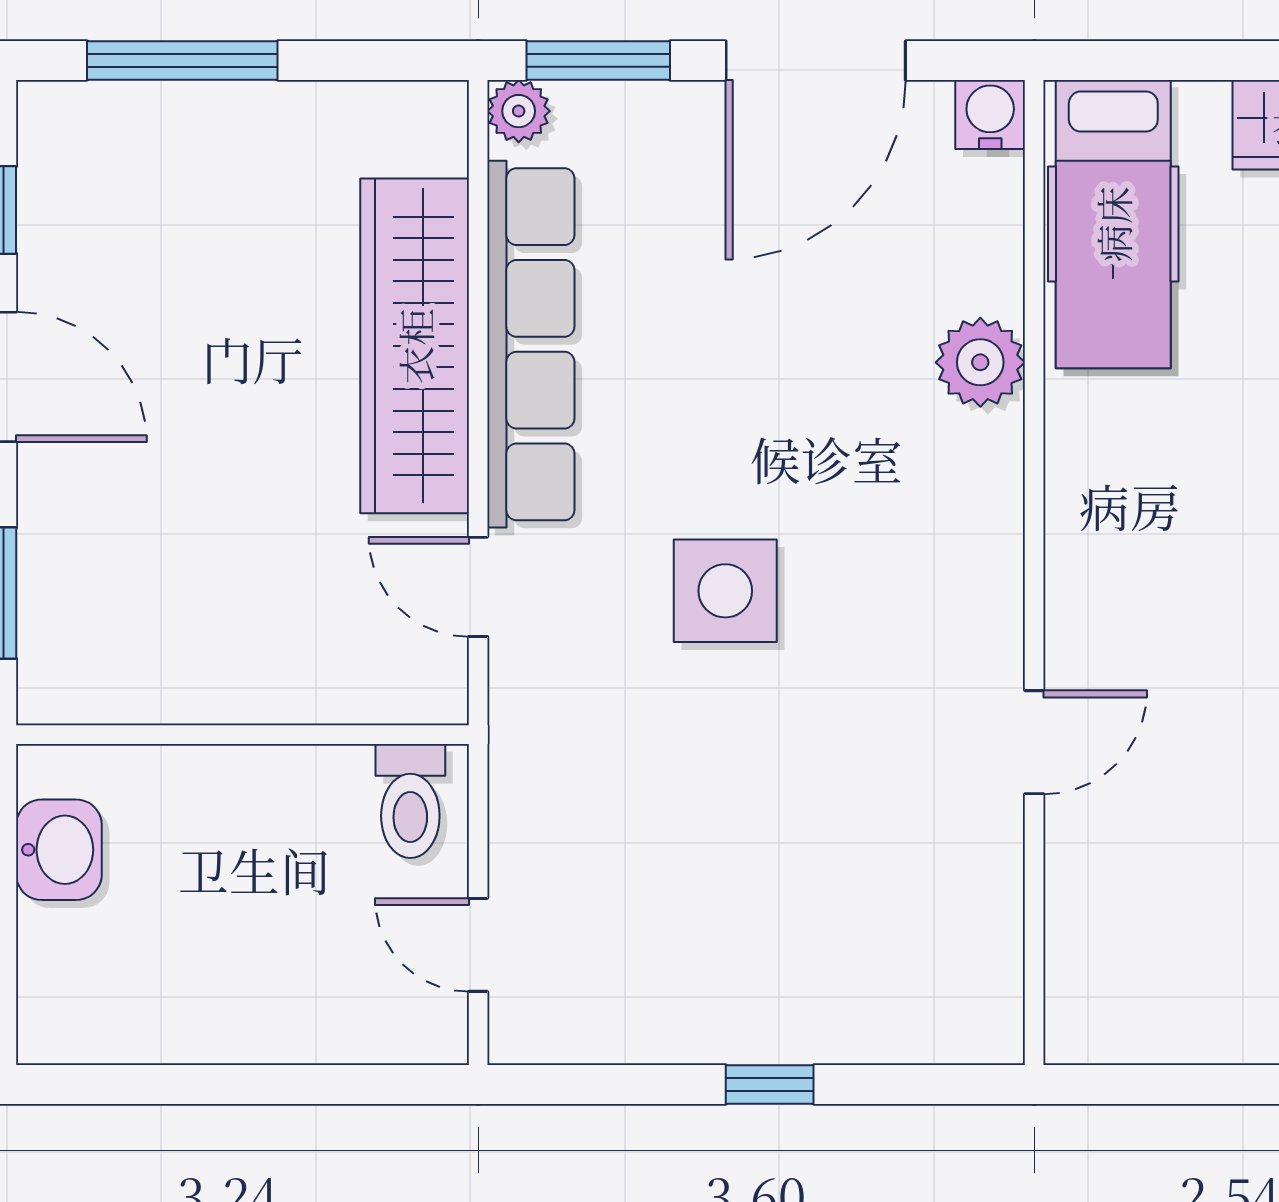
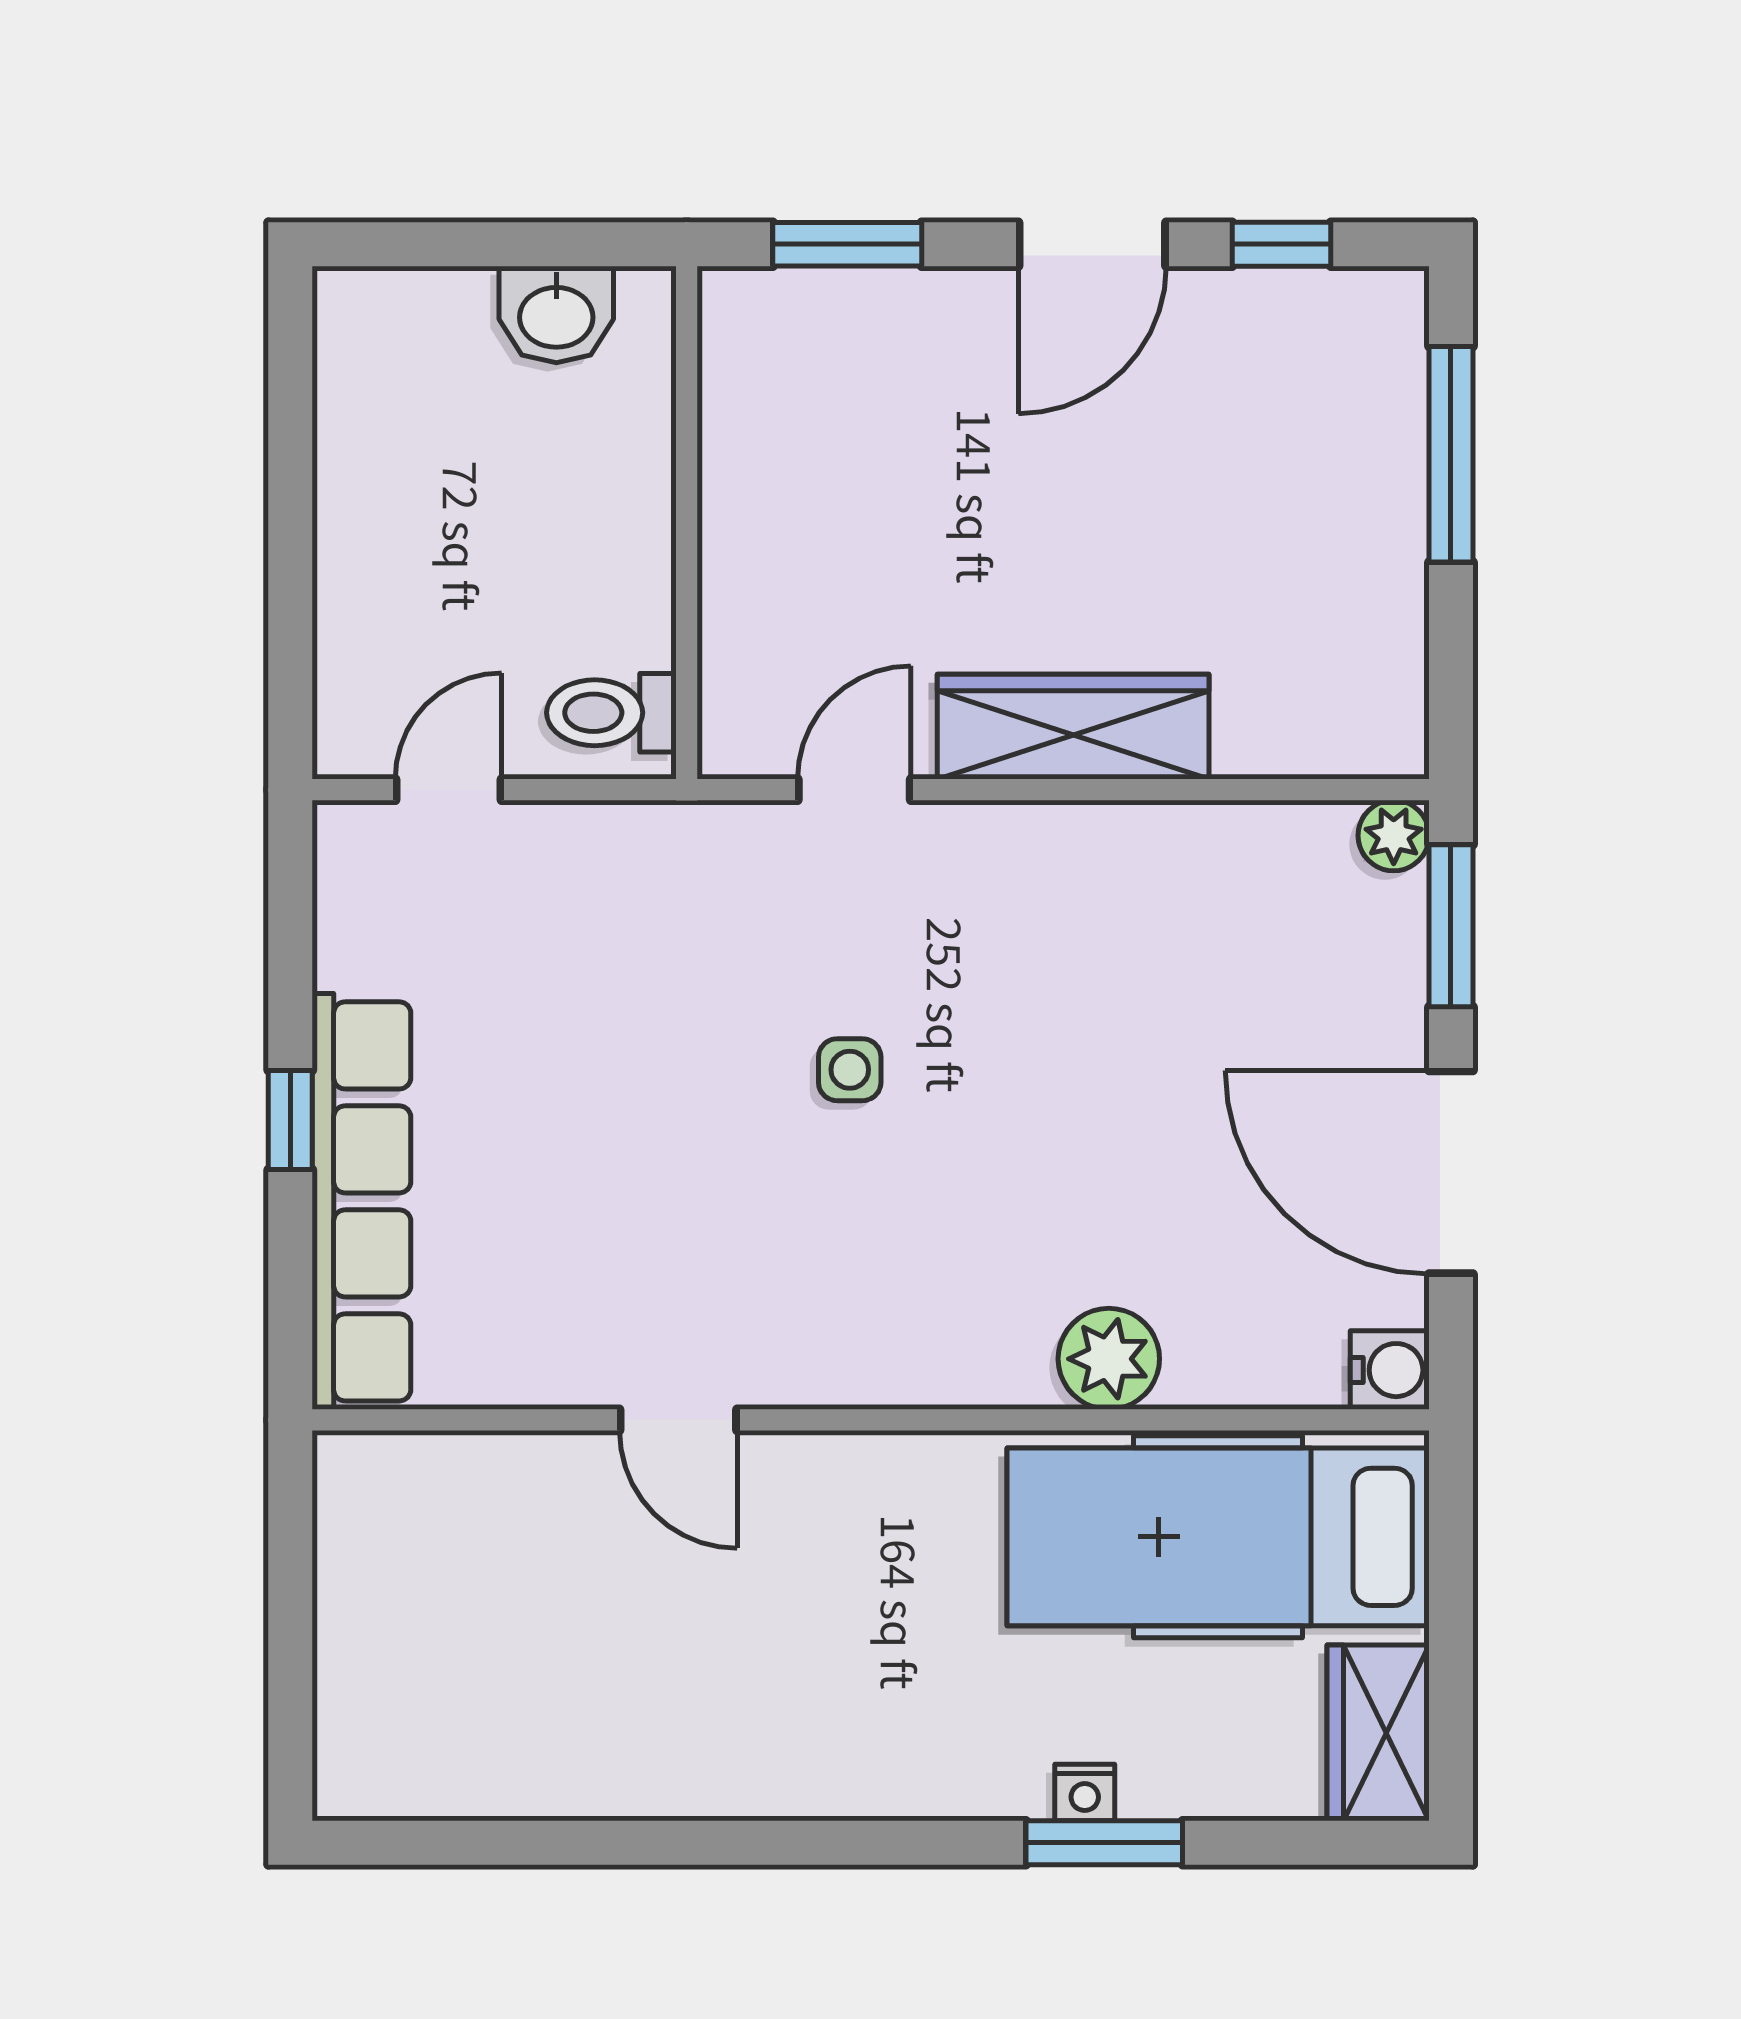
hospital bed: (1113, 224) -> (1218, 1537), width x1.37, depth x1.29
row of seats: (531, 344) -> (361, 1201), moved, turned -90
wardrobe: (415, 346) -> (1073, 727), width x0.71, depth x0.85
side table: (725, 591) -> (850, 1070), width x0.54, depth x0.54

